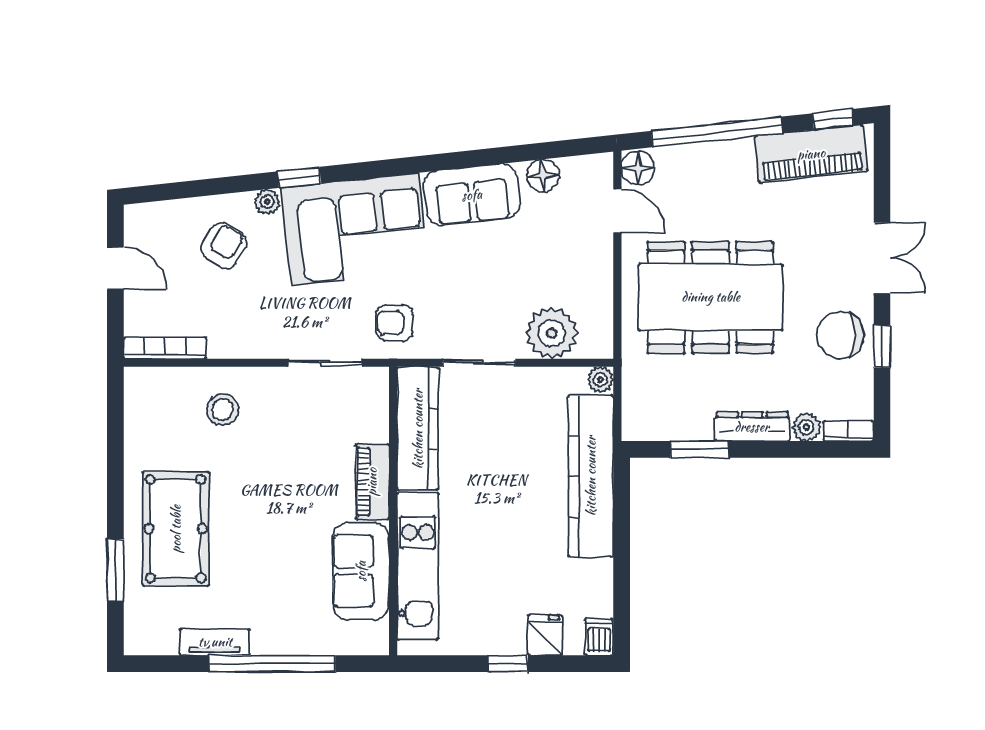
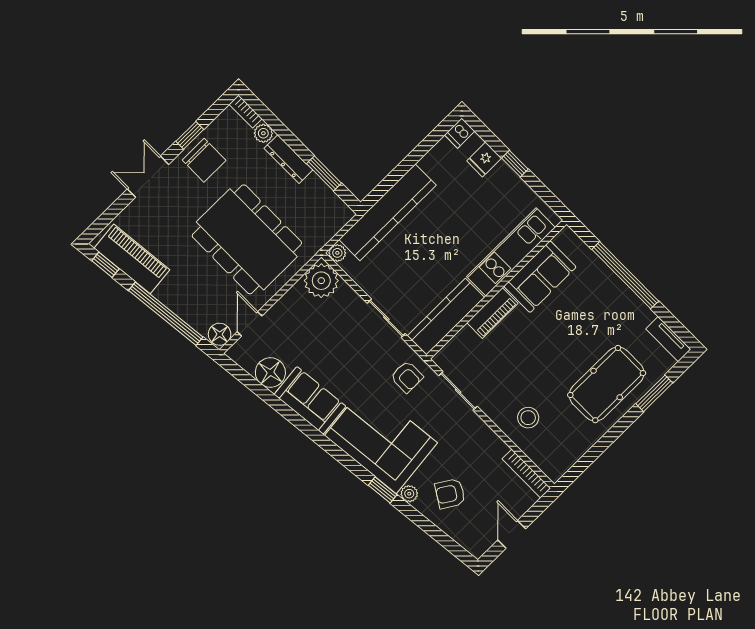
floor lamp: (543, 176) -> (270, 373), width x1.38, depth x1.38
plant: (552, 333) -> (321, 281), moved
tv unit: (215, 642) -> (668, 339), moved

